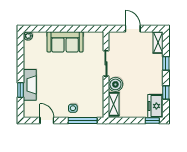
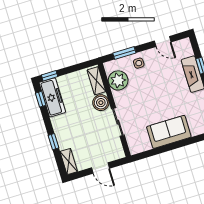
window: (166, 92) -> (41, 99), moved
plant: (95, 99) -> (118, 80), added
freezer: (155, 106) -> (52, 97), width x1.40
window: (83, 121) -> (124, 53), width x0.69

